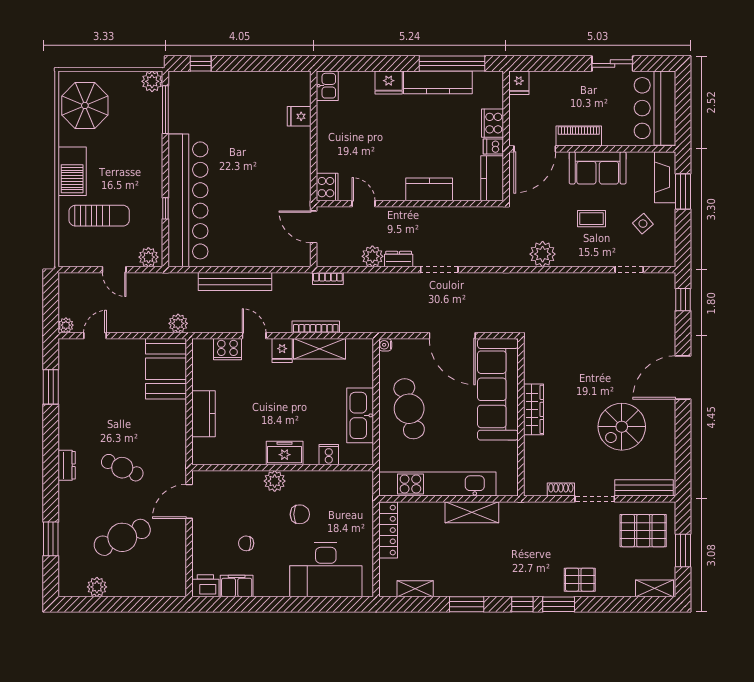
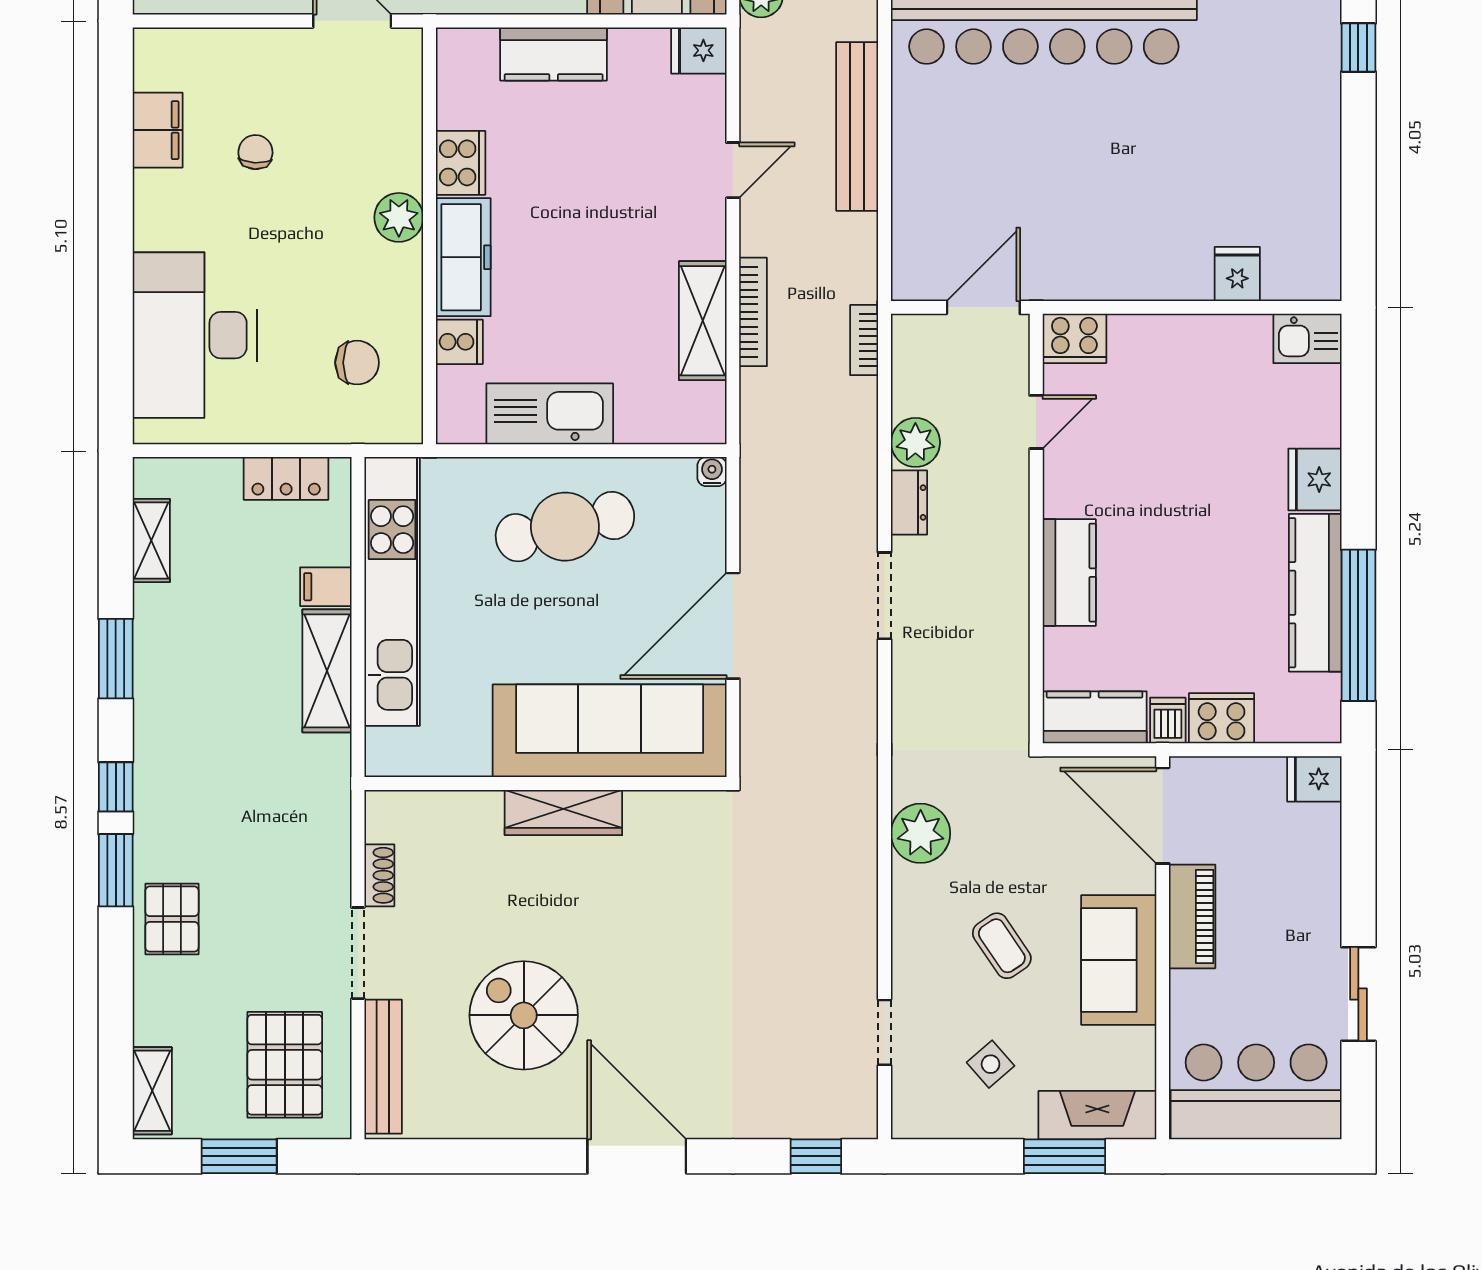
coffee table: (591, 219) -> (1002, 946), turned -34
cooker: (227, 349) -> (461, 163), moved, turned 180
fridge: (282, 350) -> (699, 50), moved
freezer: (285, 453) -> (463, 257), width x1.40
filing cabinet: (435, 513) -> (326, 587), added
chair: (300, 514) -> (357, 363), moved, turned -90
locker: (388, 530) -> (286, 478), width x0.66
printer: (205, 586) -> (158, 58), removed

